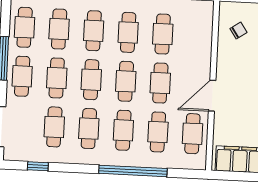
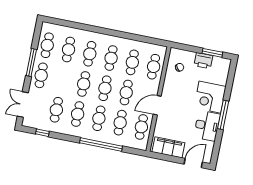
cafe table: (57, 78) -> (154, 67), moved

